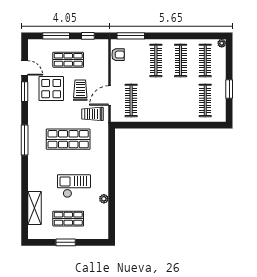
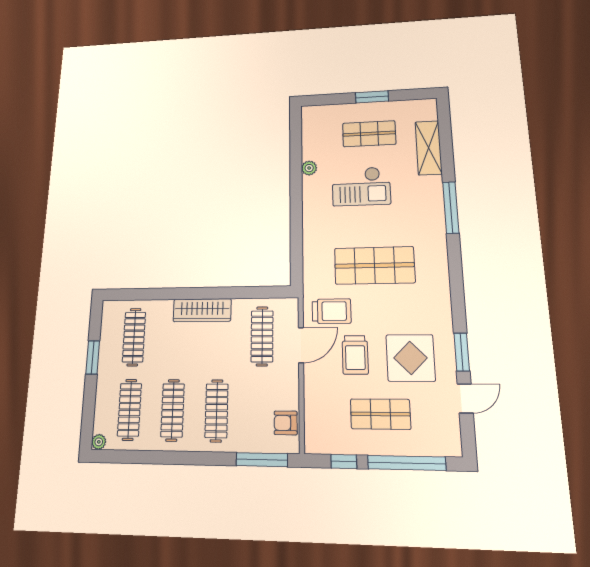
window: (56, 36) -> (406, 463), width x1.46
door: (25, 68) -> (465, 398), swing flipped
wardrobe: (166, 115) -> (202, 310), added
window: (25, 140) -> (451, 207), moved

